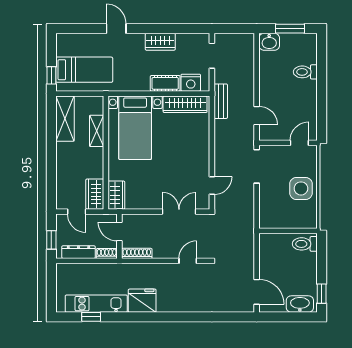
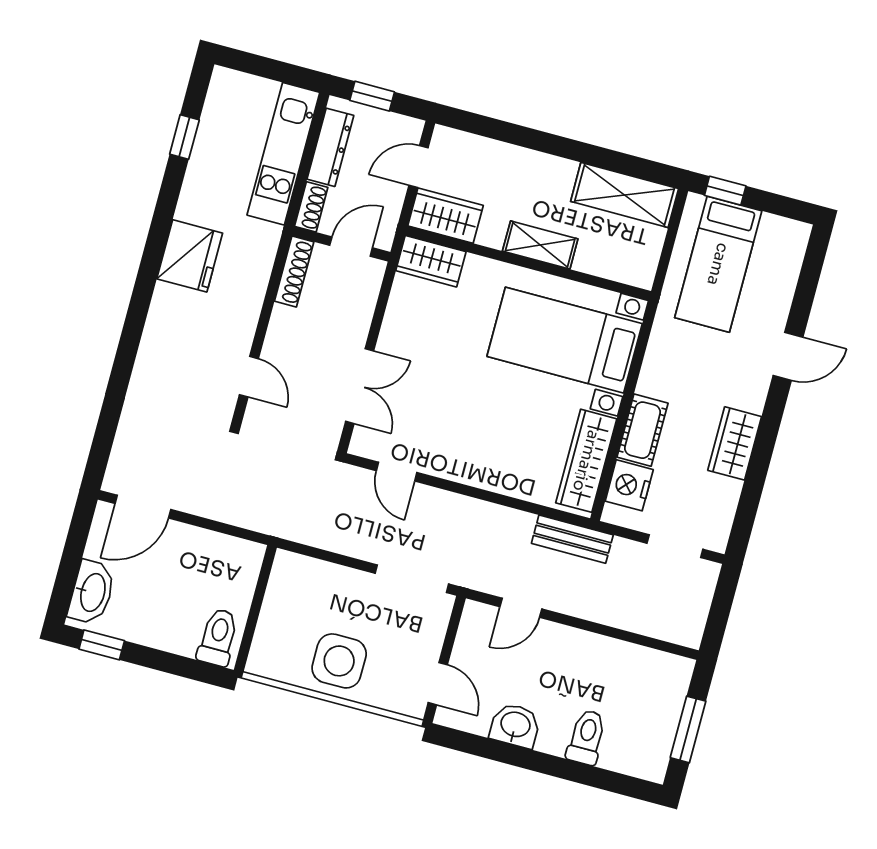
washbasin: (269, 42) -> (515, 725), moved, turned 90
shelving: (97, 131) -> (540, 245), moved
kitchen unit: (96, 304) -> (283, 154), moved, turned 180

